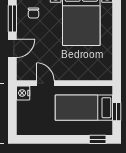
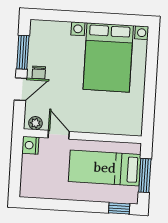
chair: (33, 13) -> (39, 72), moved
plant: (26, 75) -> (35, 123), added
window: (117, 112) -> (145, 175), width x1.50

